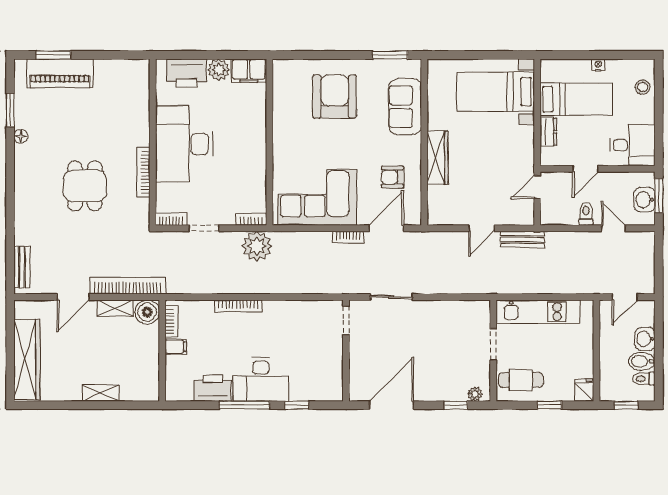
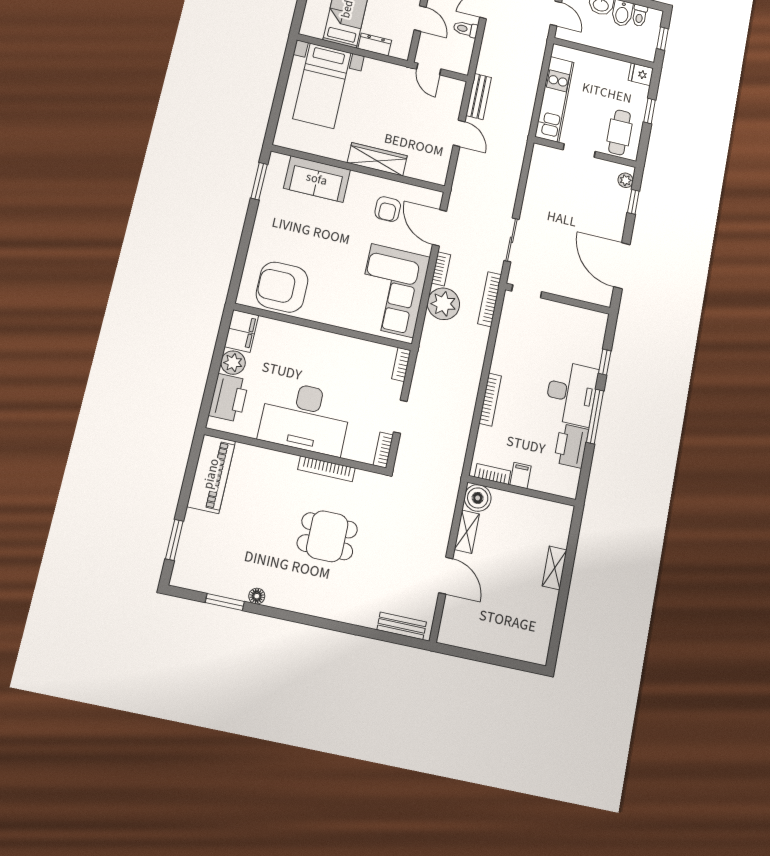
piano: (60, 73) -> (211, 474), moved
armchair: (335, 96) -> (282, 287), moved
plant: (257, 246) -> (443, 304), moved
bookcase: (128, 286) -> (490, 299), moved, width x0.68, depth x0.76
wardrobe: (27, 359) -> (503, 642), removed

